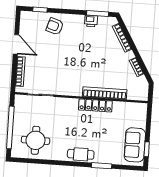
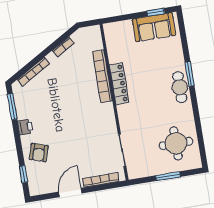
printer: (91, 21) -> (25, 127), moved
window: (10, 127) -> (168, 176), width x0.47
window: (102, 166) -> (190, 74), moved

